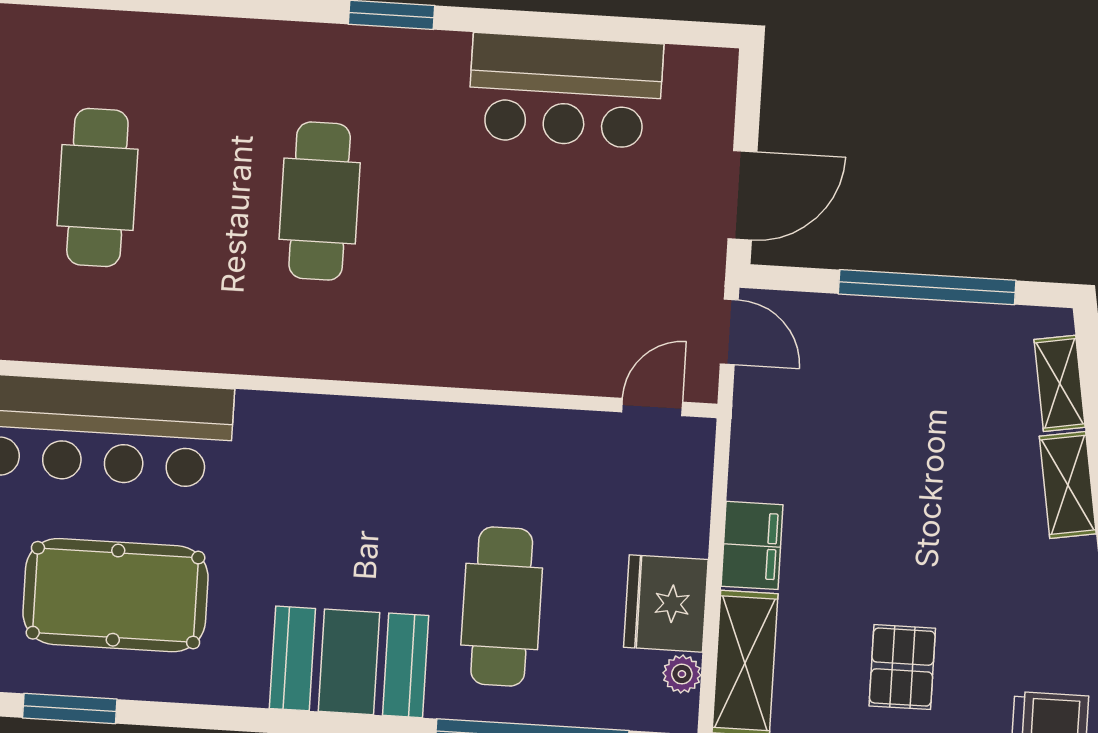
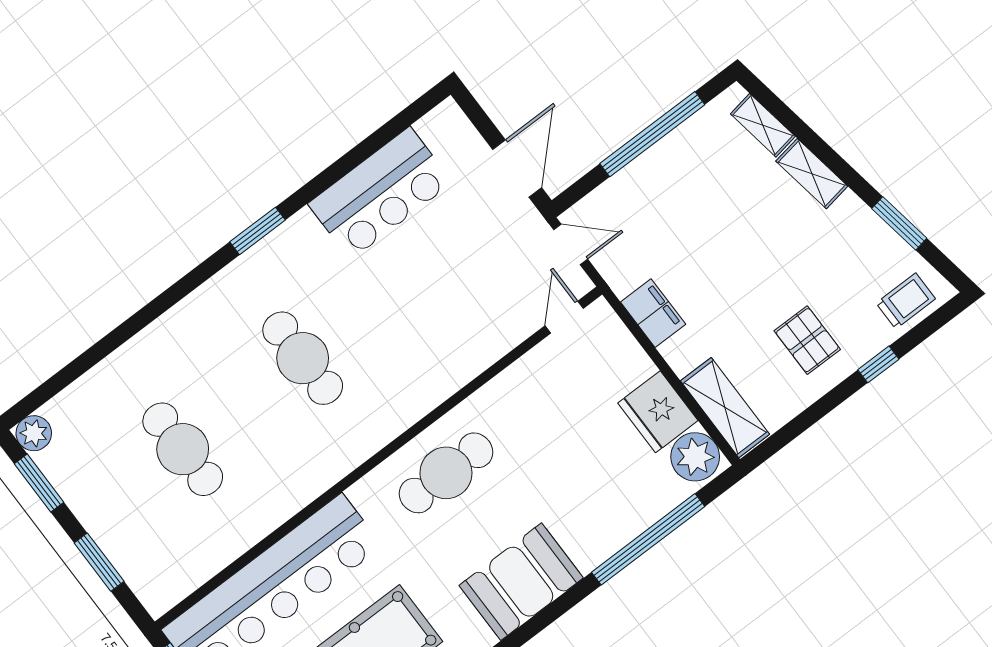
filing cabinet: (752, 545) -> (653, 313), moved
cafe table: (502, 606) -> (446, 473), moved, turned 90
plant: (682, 674) -> (695, 457), width x1.87, depth x1.87

